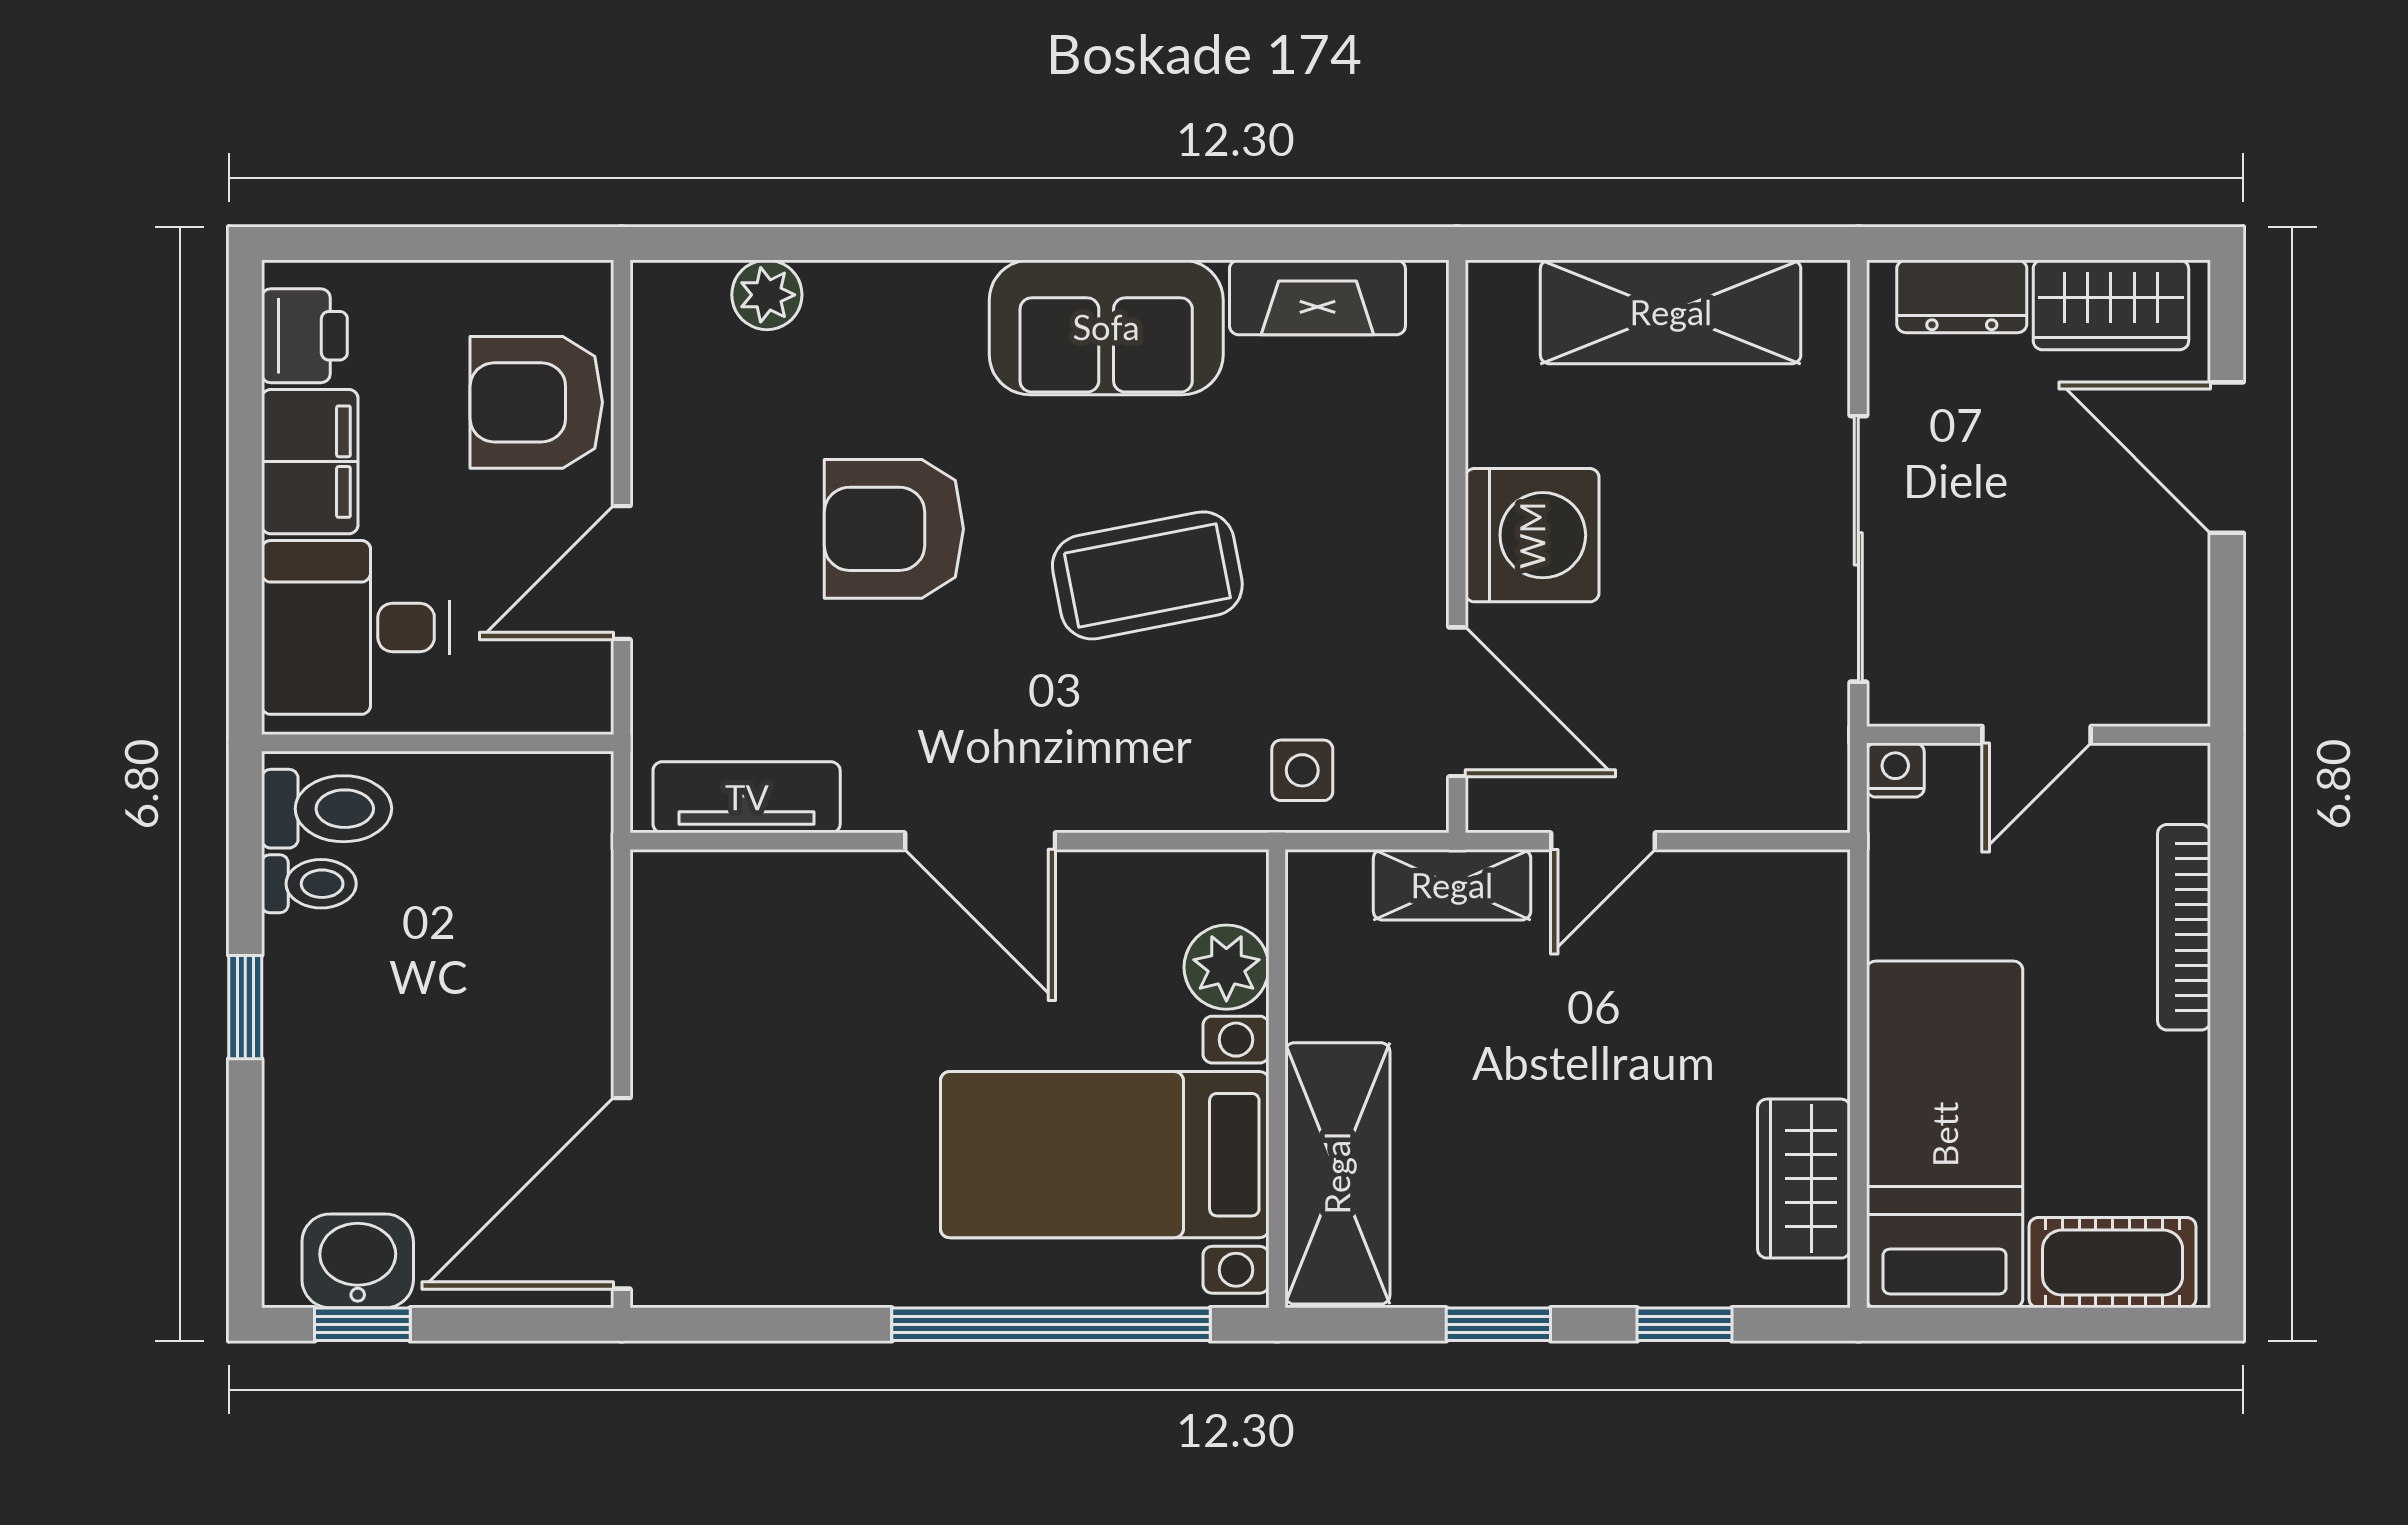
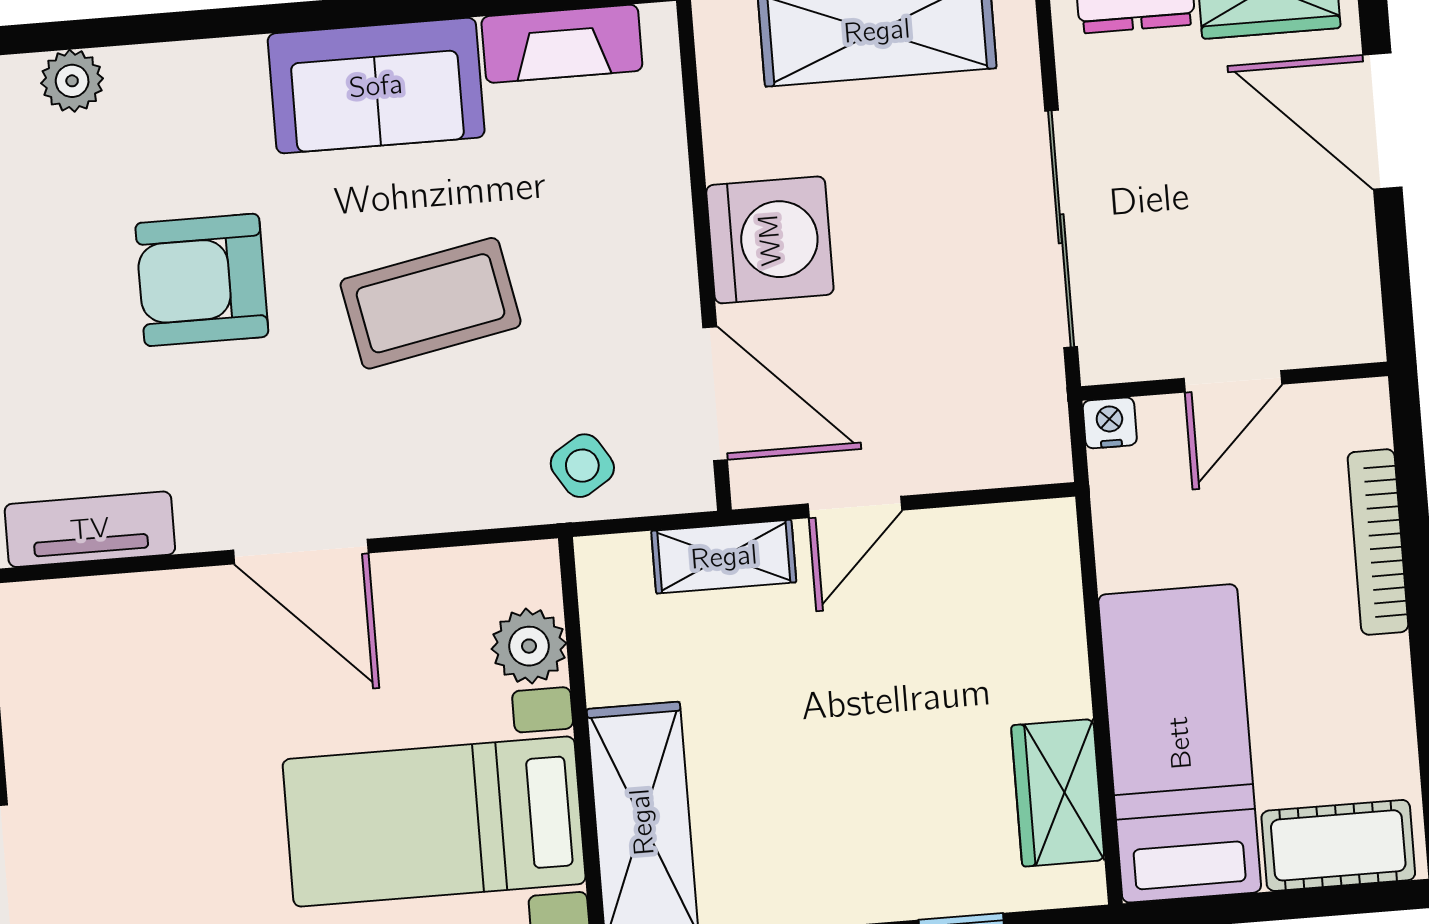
side table: (1302, 770) -> (582, 466), turned -32

